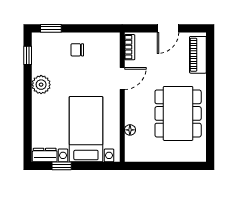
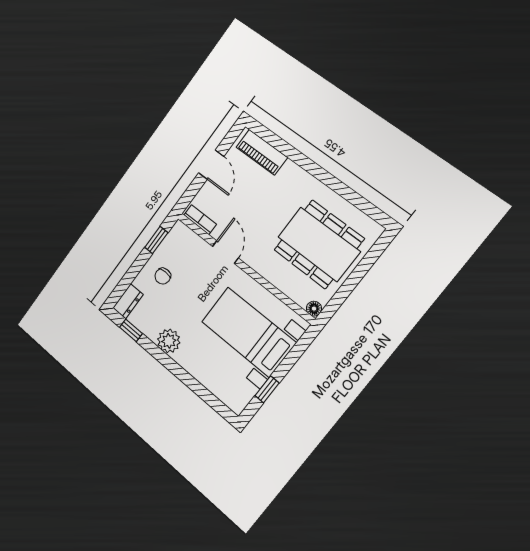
window: (51, 28) -> (156, 240), moved
dining table: (178, 113) -> (319, 244), moved
floor lamp: (130, 130) -> (314, 309), moved
dresser: (45, 155) -> (128, 301), moved, turned 180

